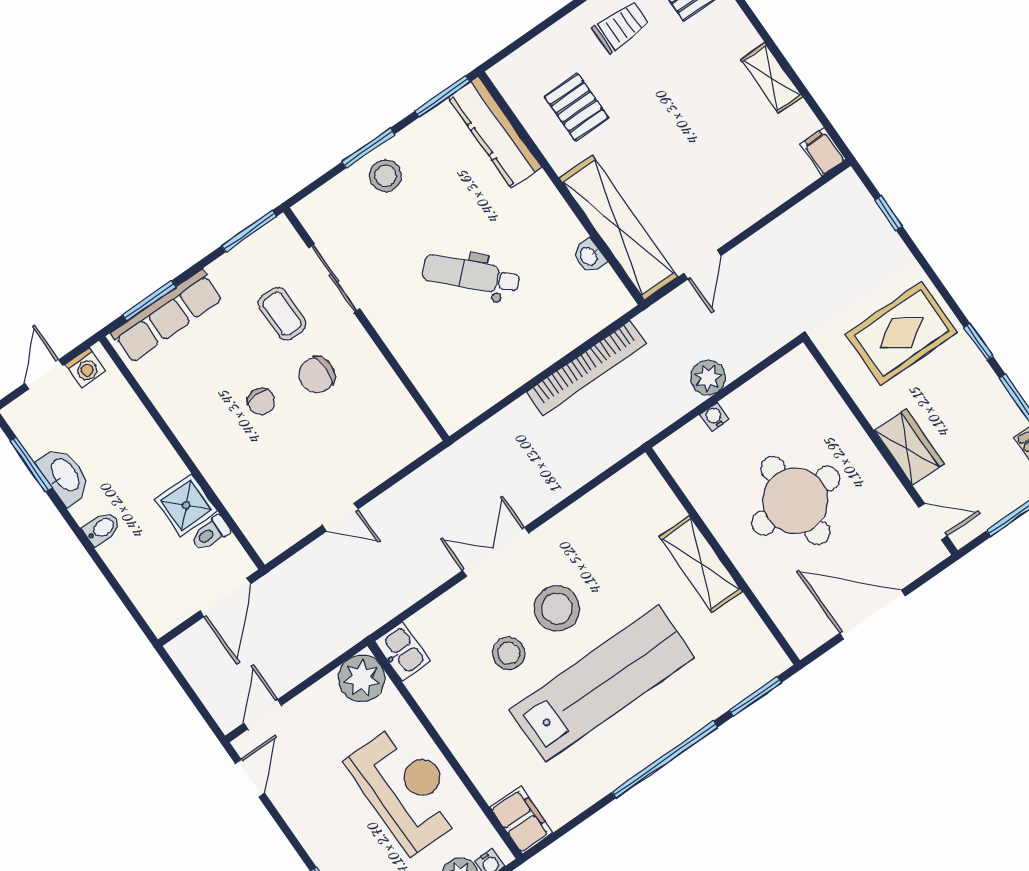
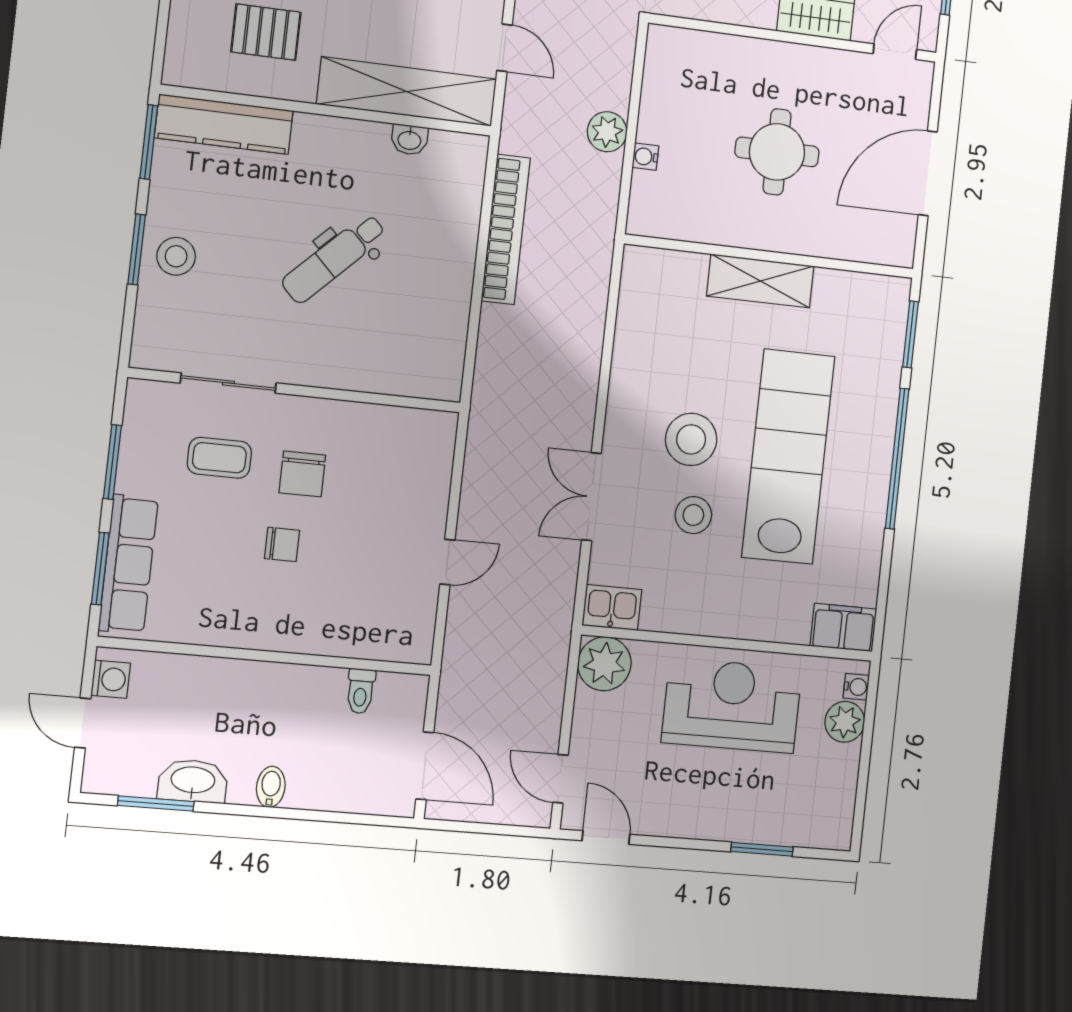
window: (249, 231) -> (112, 462), moved
round table: (795, 501) -> (777, 152), width x0.73, depth x0.73
shower: (186, 505) -> (316, 692), removed
double door: (496, 552) -> (591, 497), moved
door: (225, 597) -> (425, 766), moved

